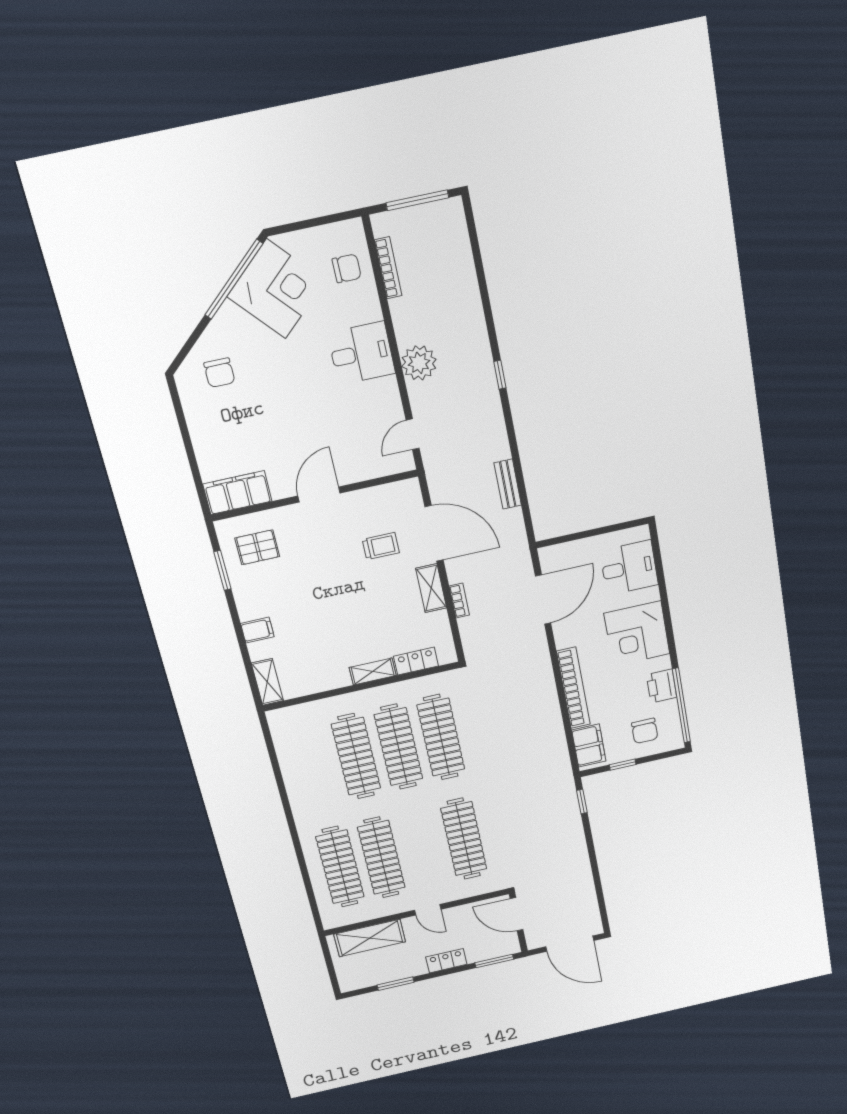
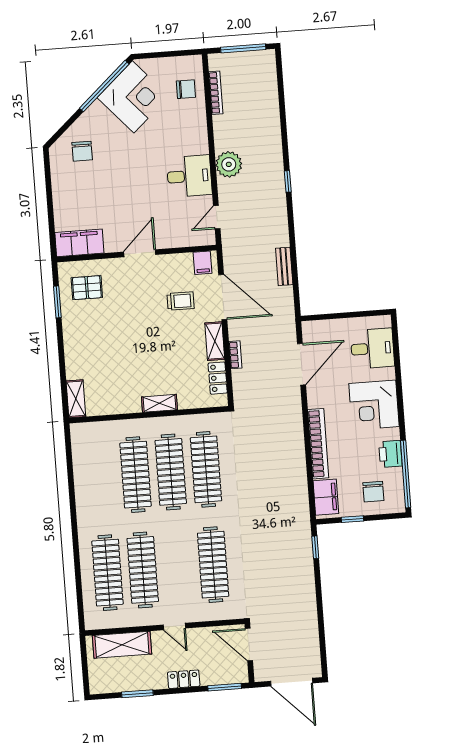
desk: (361, 353) -> (189, 176), moved
filing cabinet: (257, 630) -> (203, 263), moved, turned 90
locker: (416, 661) -> (218, 378), moved, turned -90

